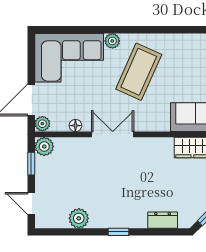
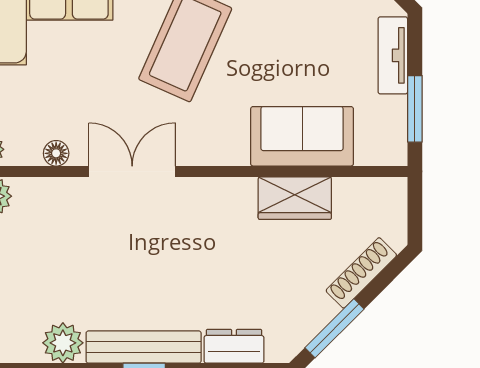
bench: (118, 220) -> (144, 347), added

